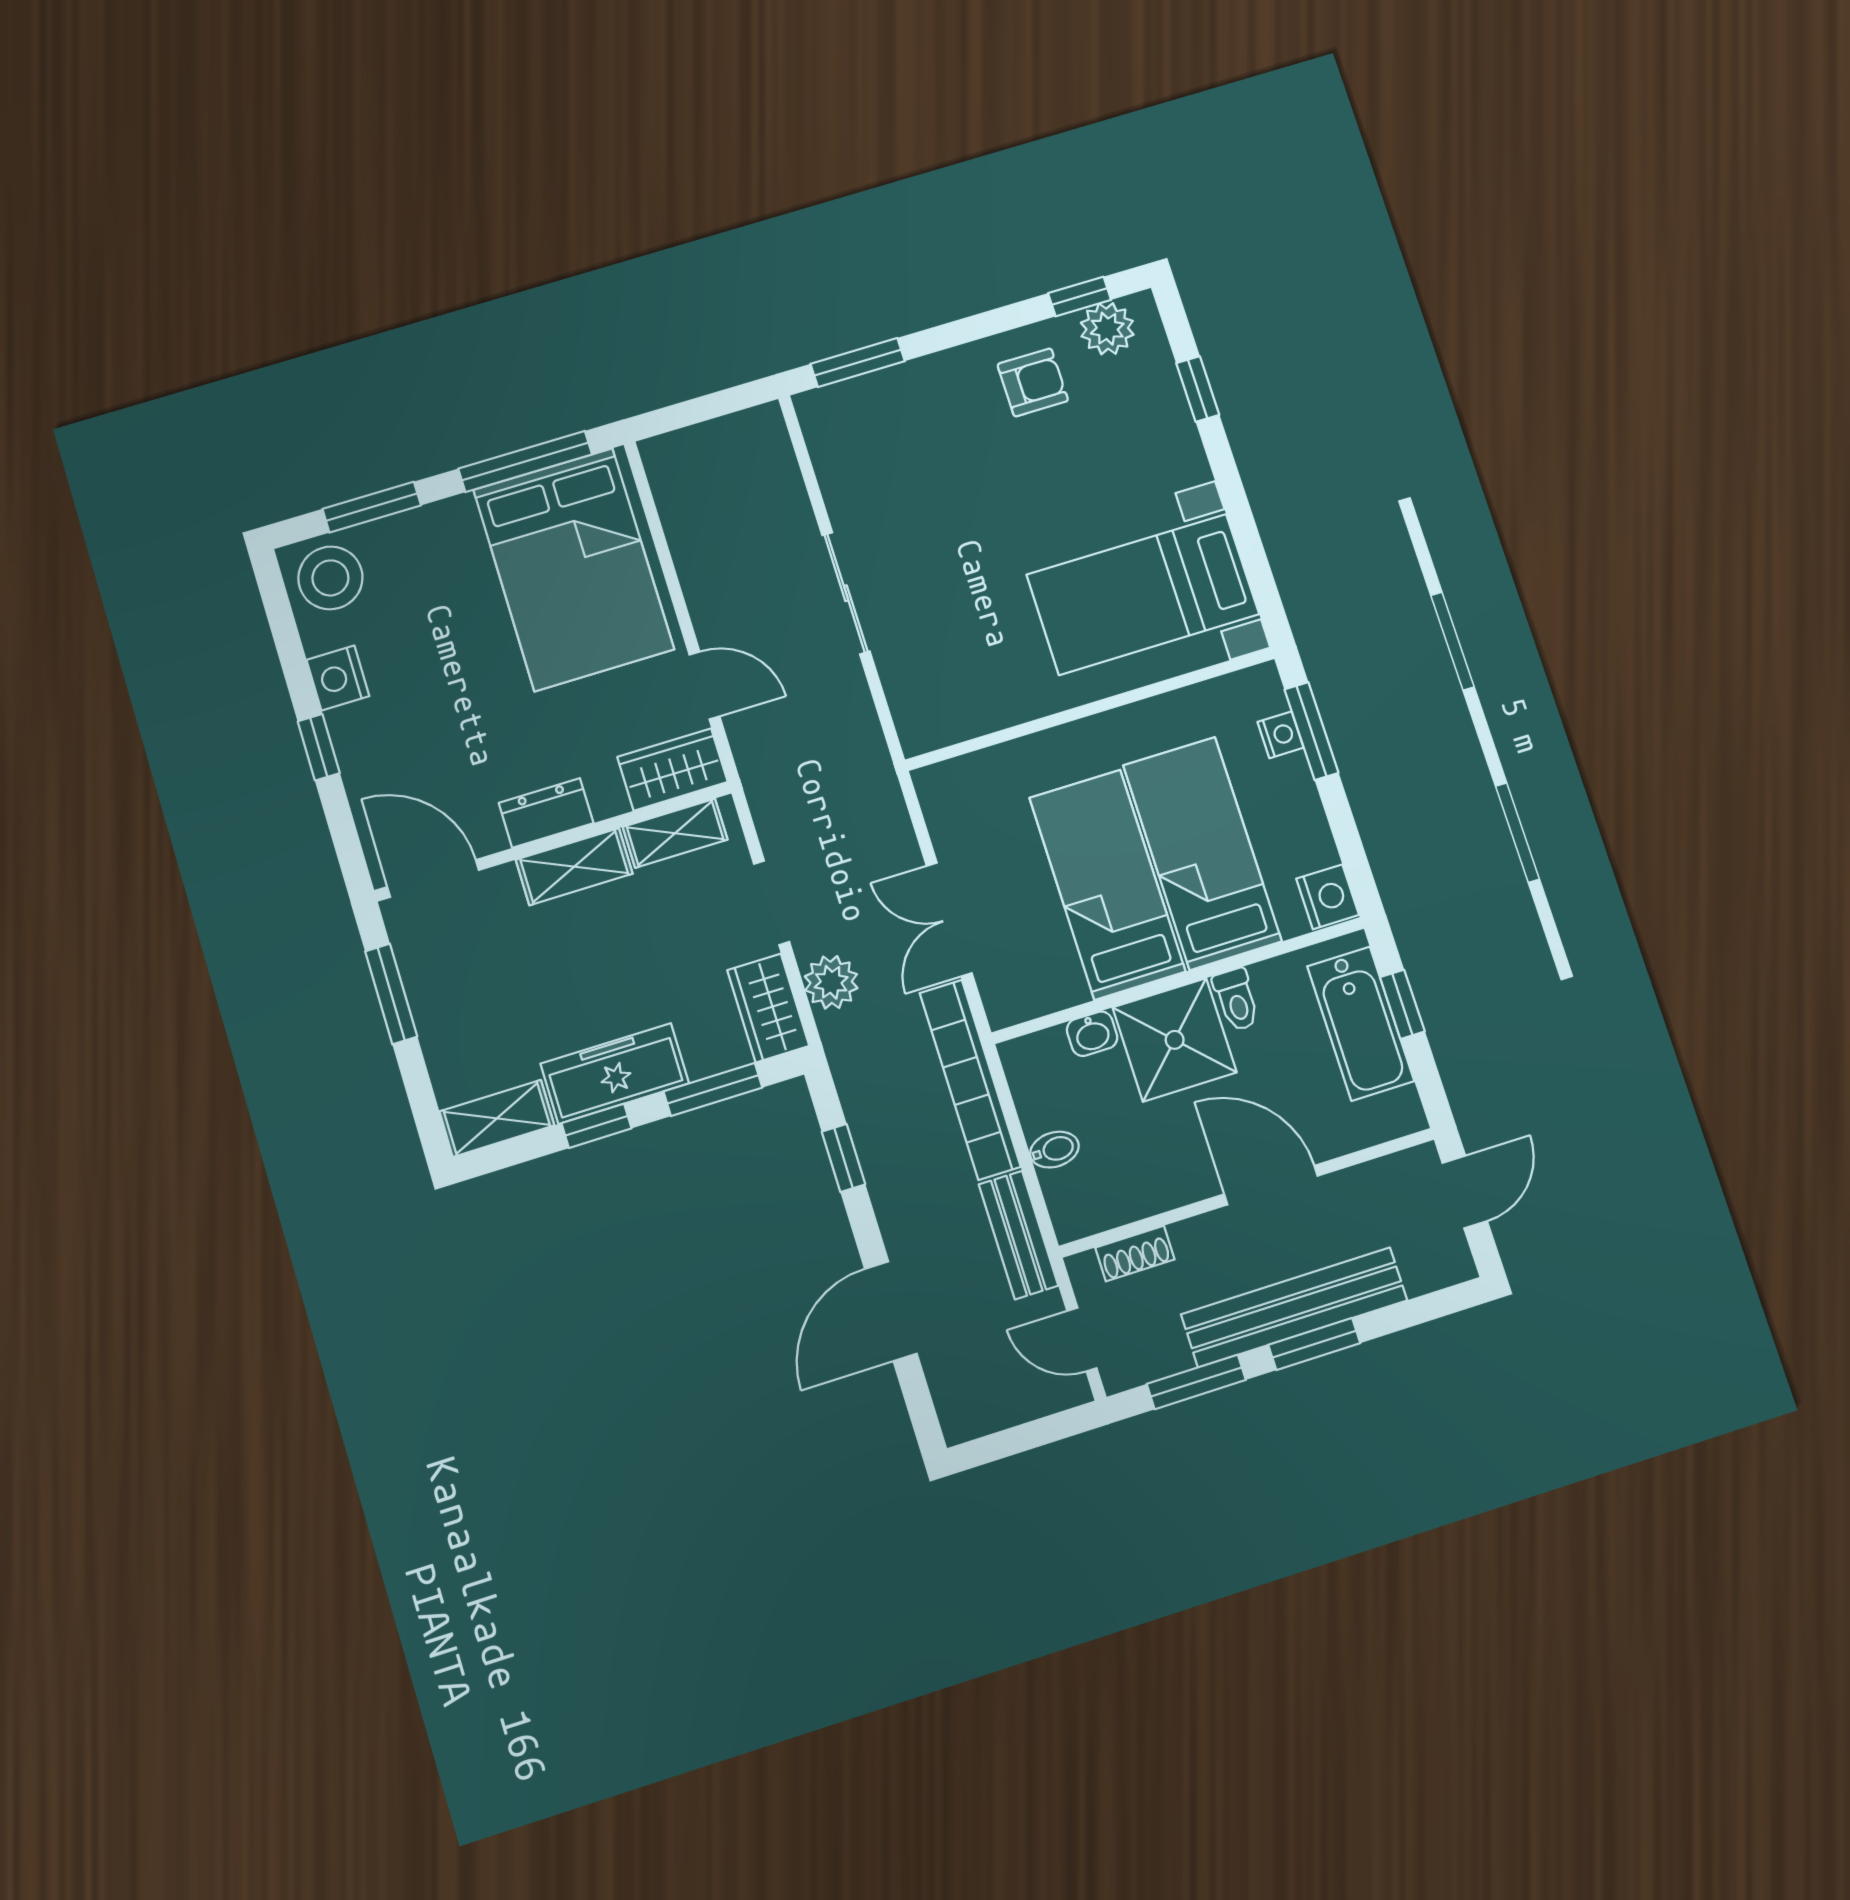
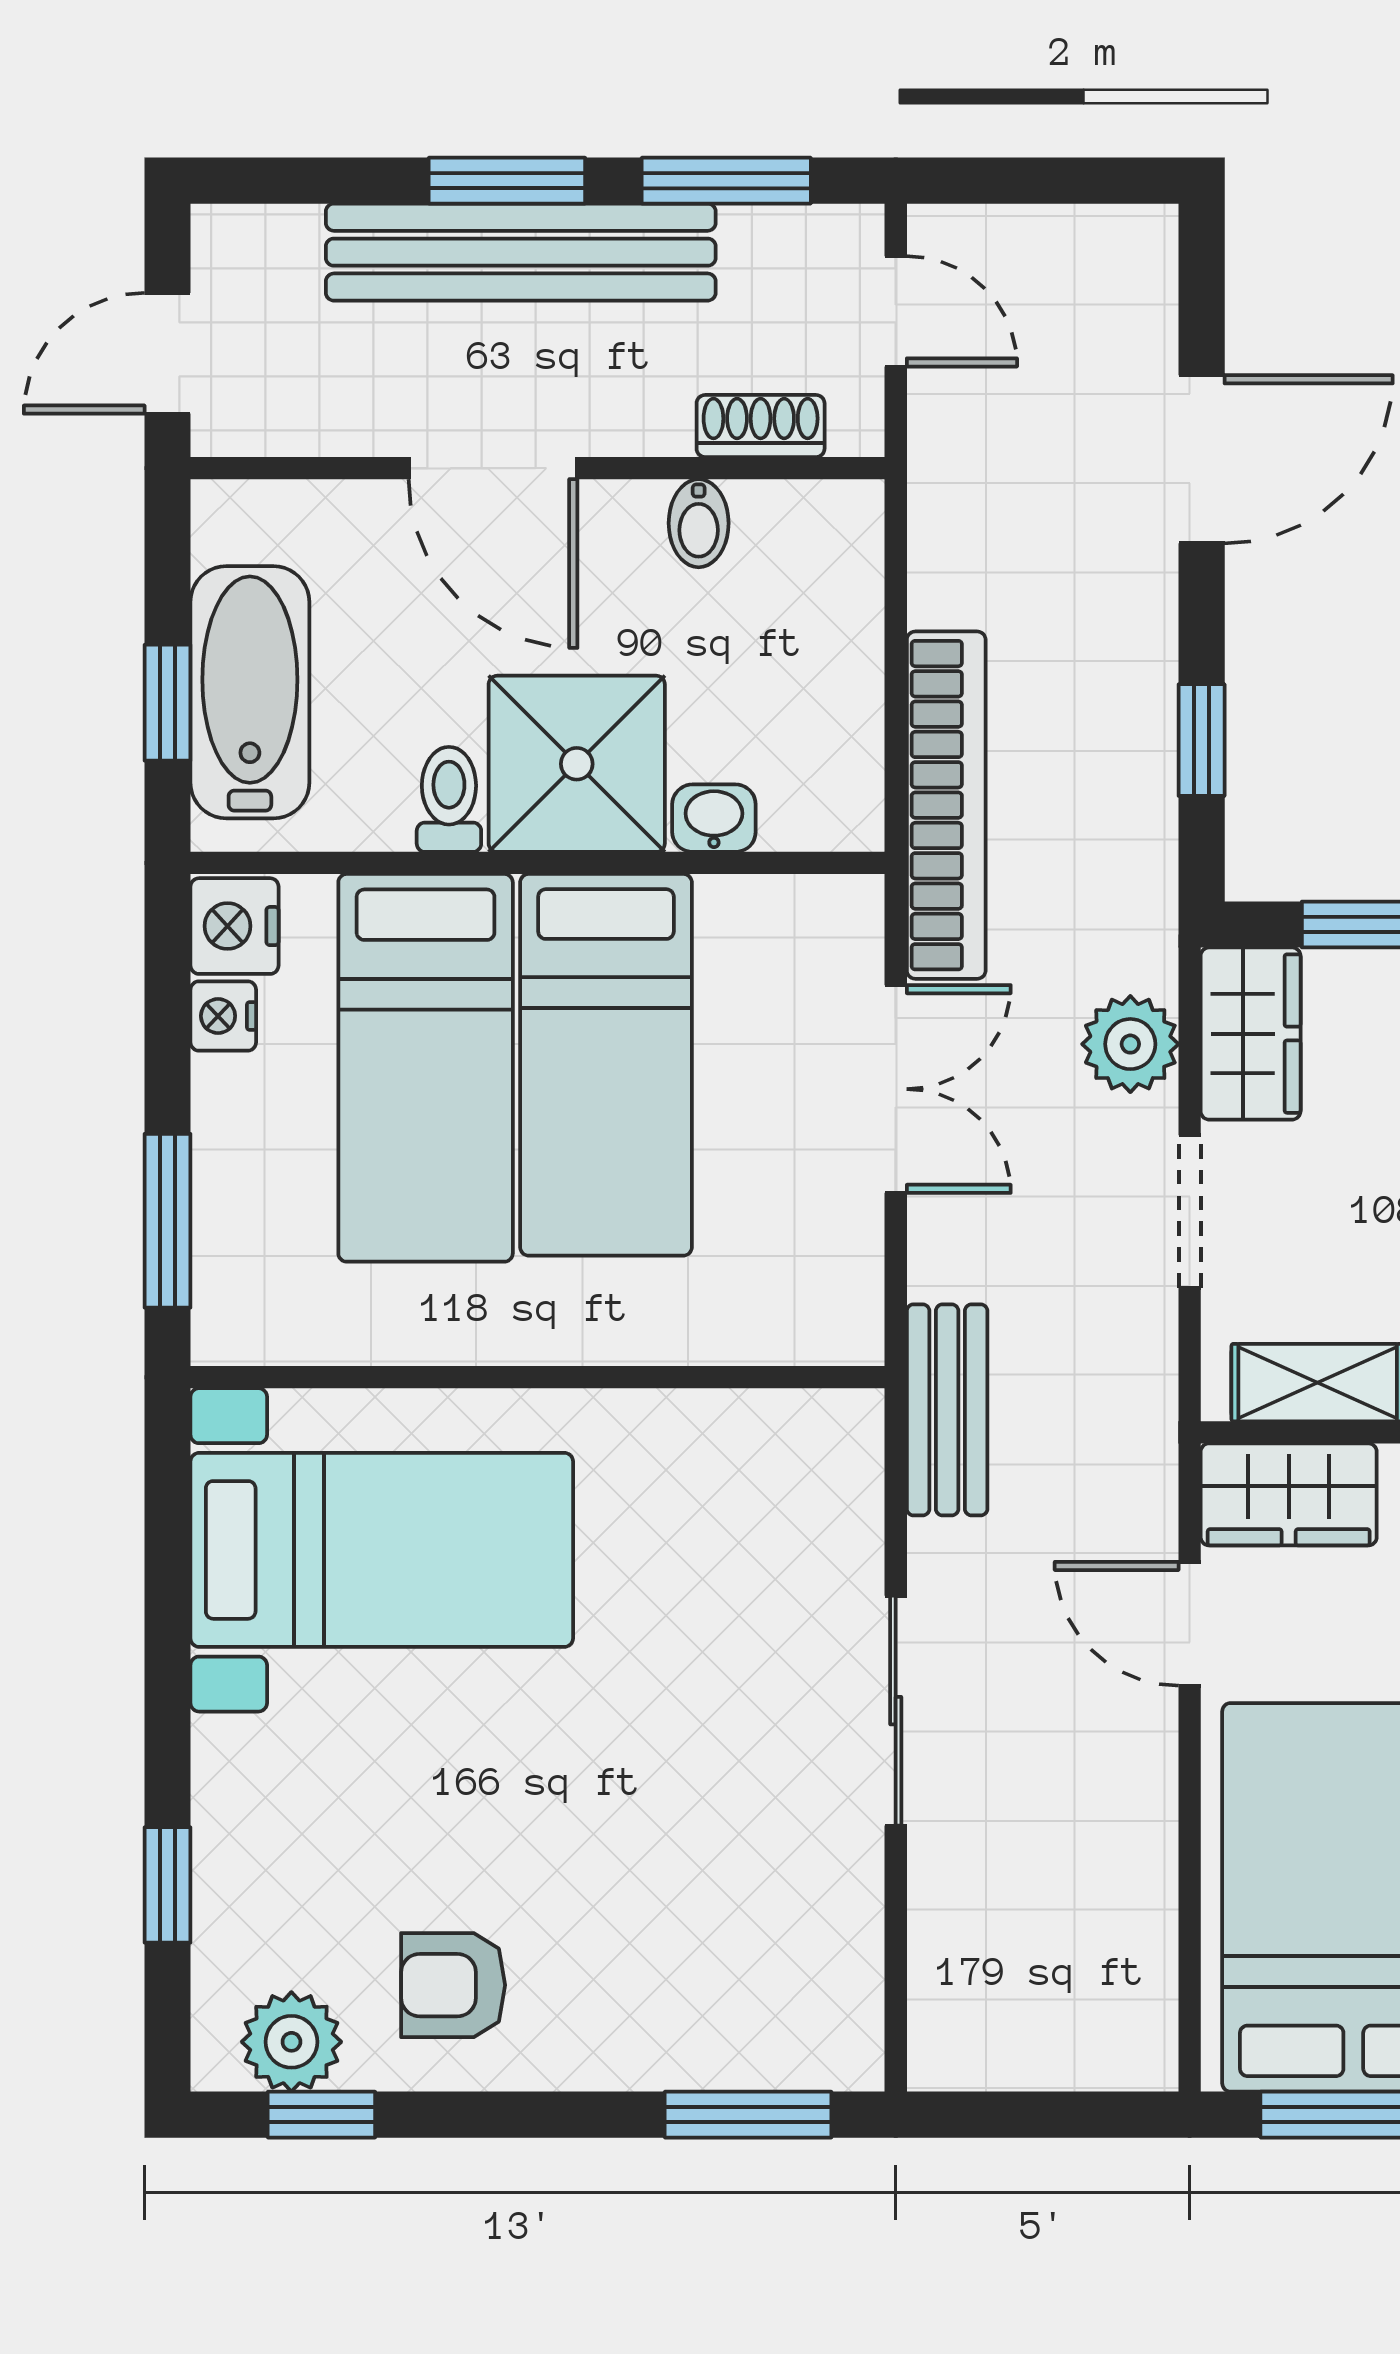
nightstand: (1281, 735) -> (223, 1016), moved
bidet: (1054, 1150) -> (699, 523), moved, turned -90
bench: (1018, 1235) -> (947, 1410), moved

